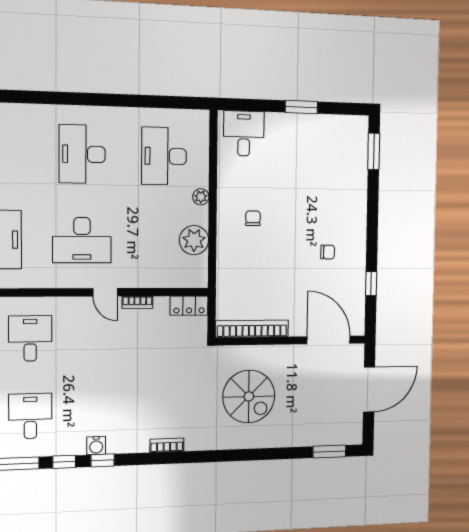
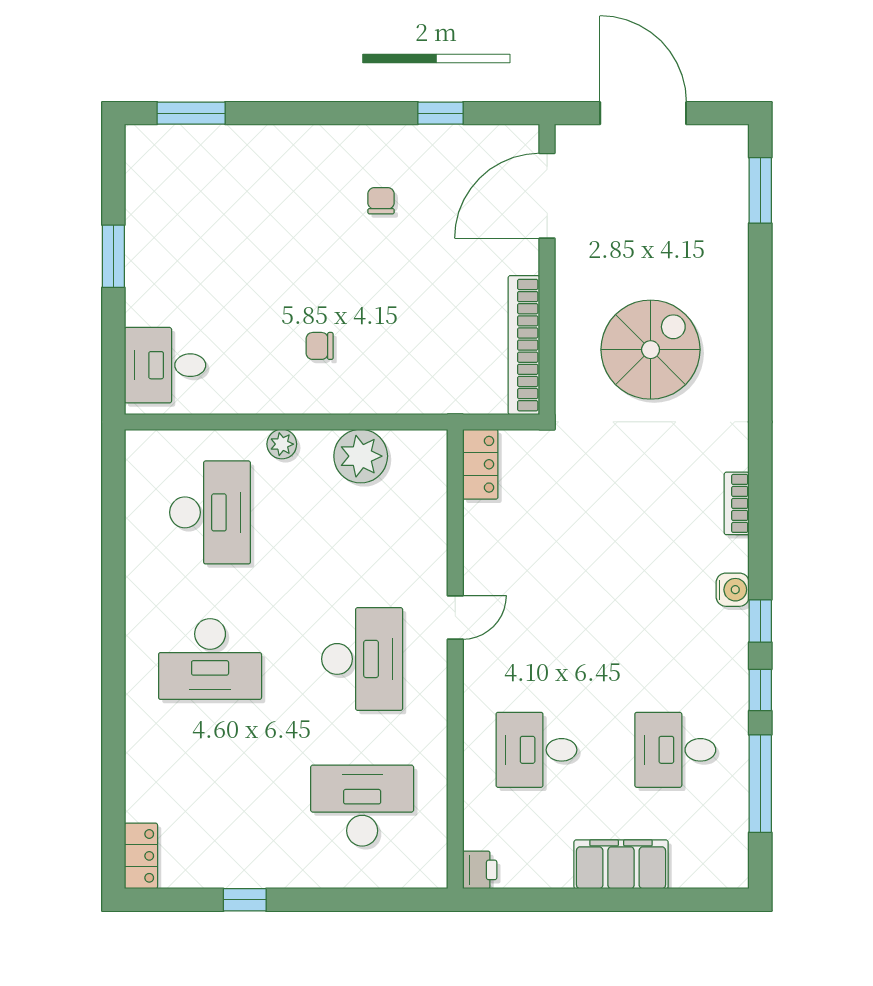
desk: (164, 156) -> (210, 512), turned -90
bookcase: (137, 302) -> (474, 559), removed
water cooler: (96, 446) -> (733, 590), moved

